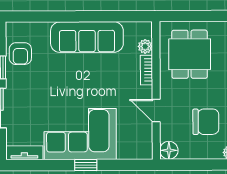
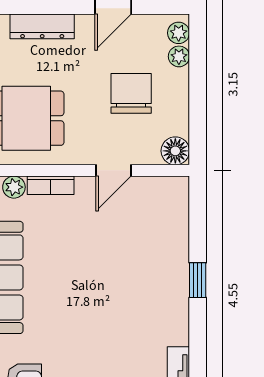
corner sofa: (80, 134) -> (150, 289), removed

